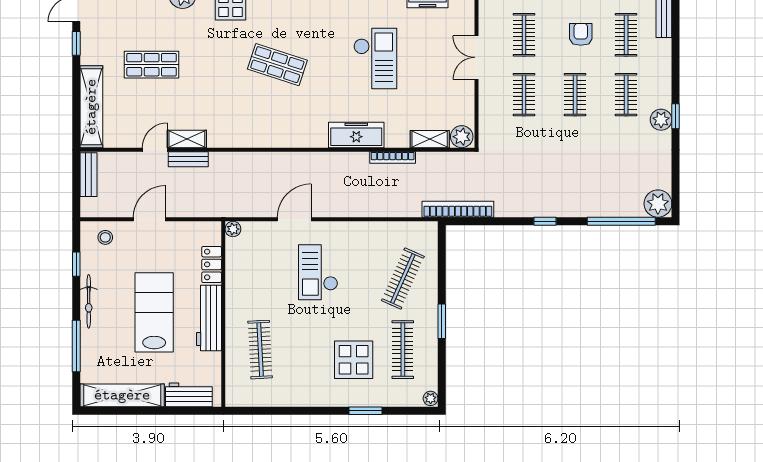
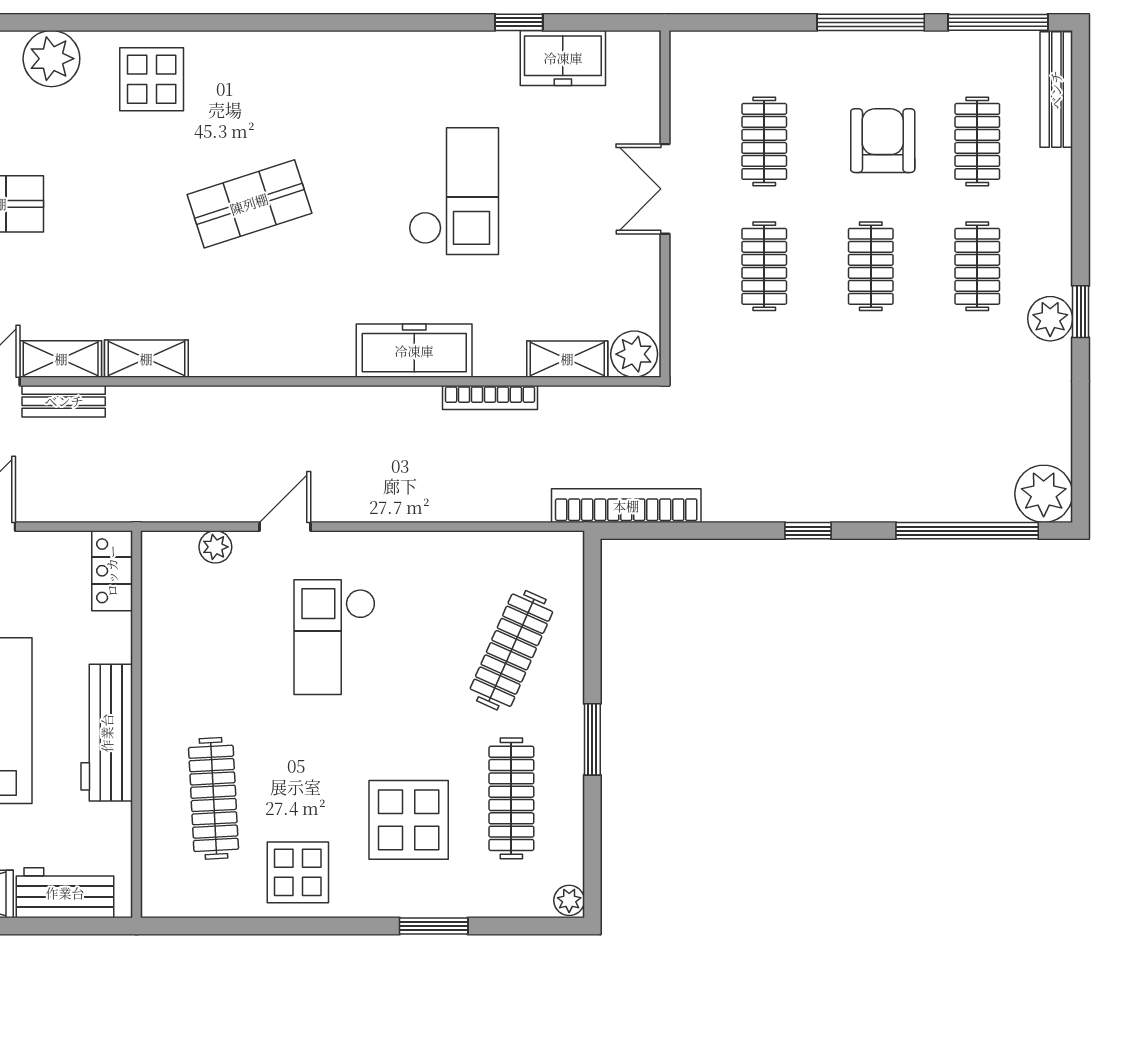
armchair: (581, 34) -> (883, 141), width x1.38, depth x1.38
shop shelf: (277, 65) -> (249, 204), turned -36
shelving: (228, 139) -> (146, 359), added
door: (294, 219) -> (285, 527), width x0.73
plant: (233, 229) -> (215, 547), moved
locker: (212, 264) -> (112, 571), moved
display table: (301, 385) -> (298, 872), added

